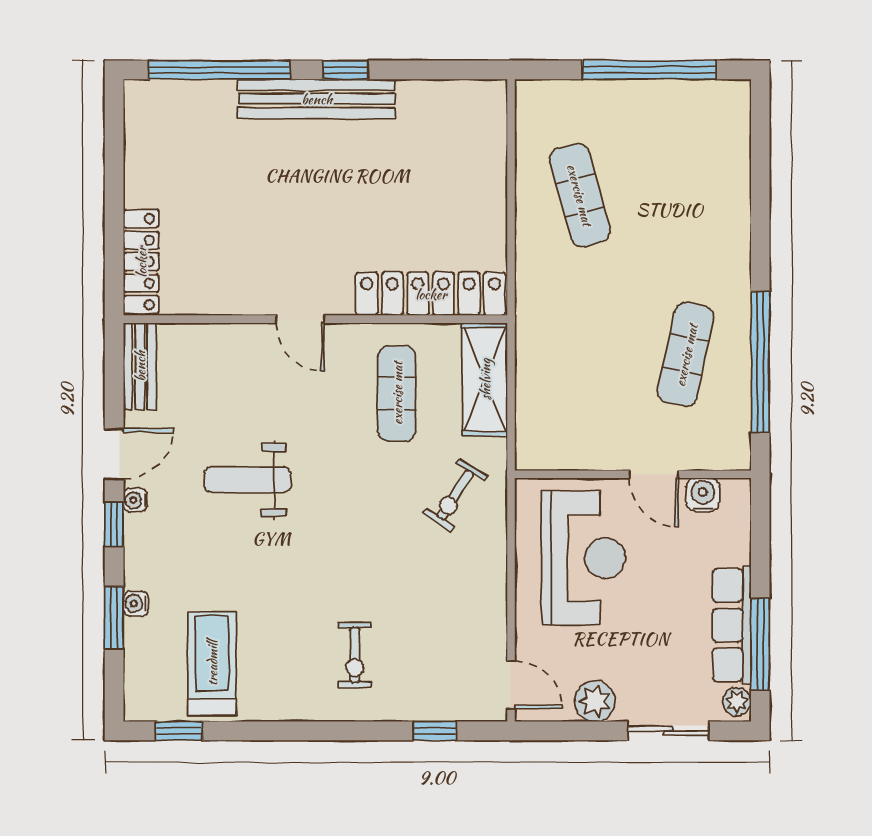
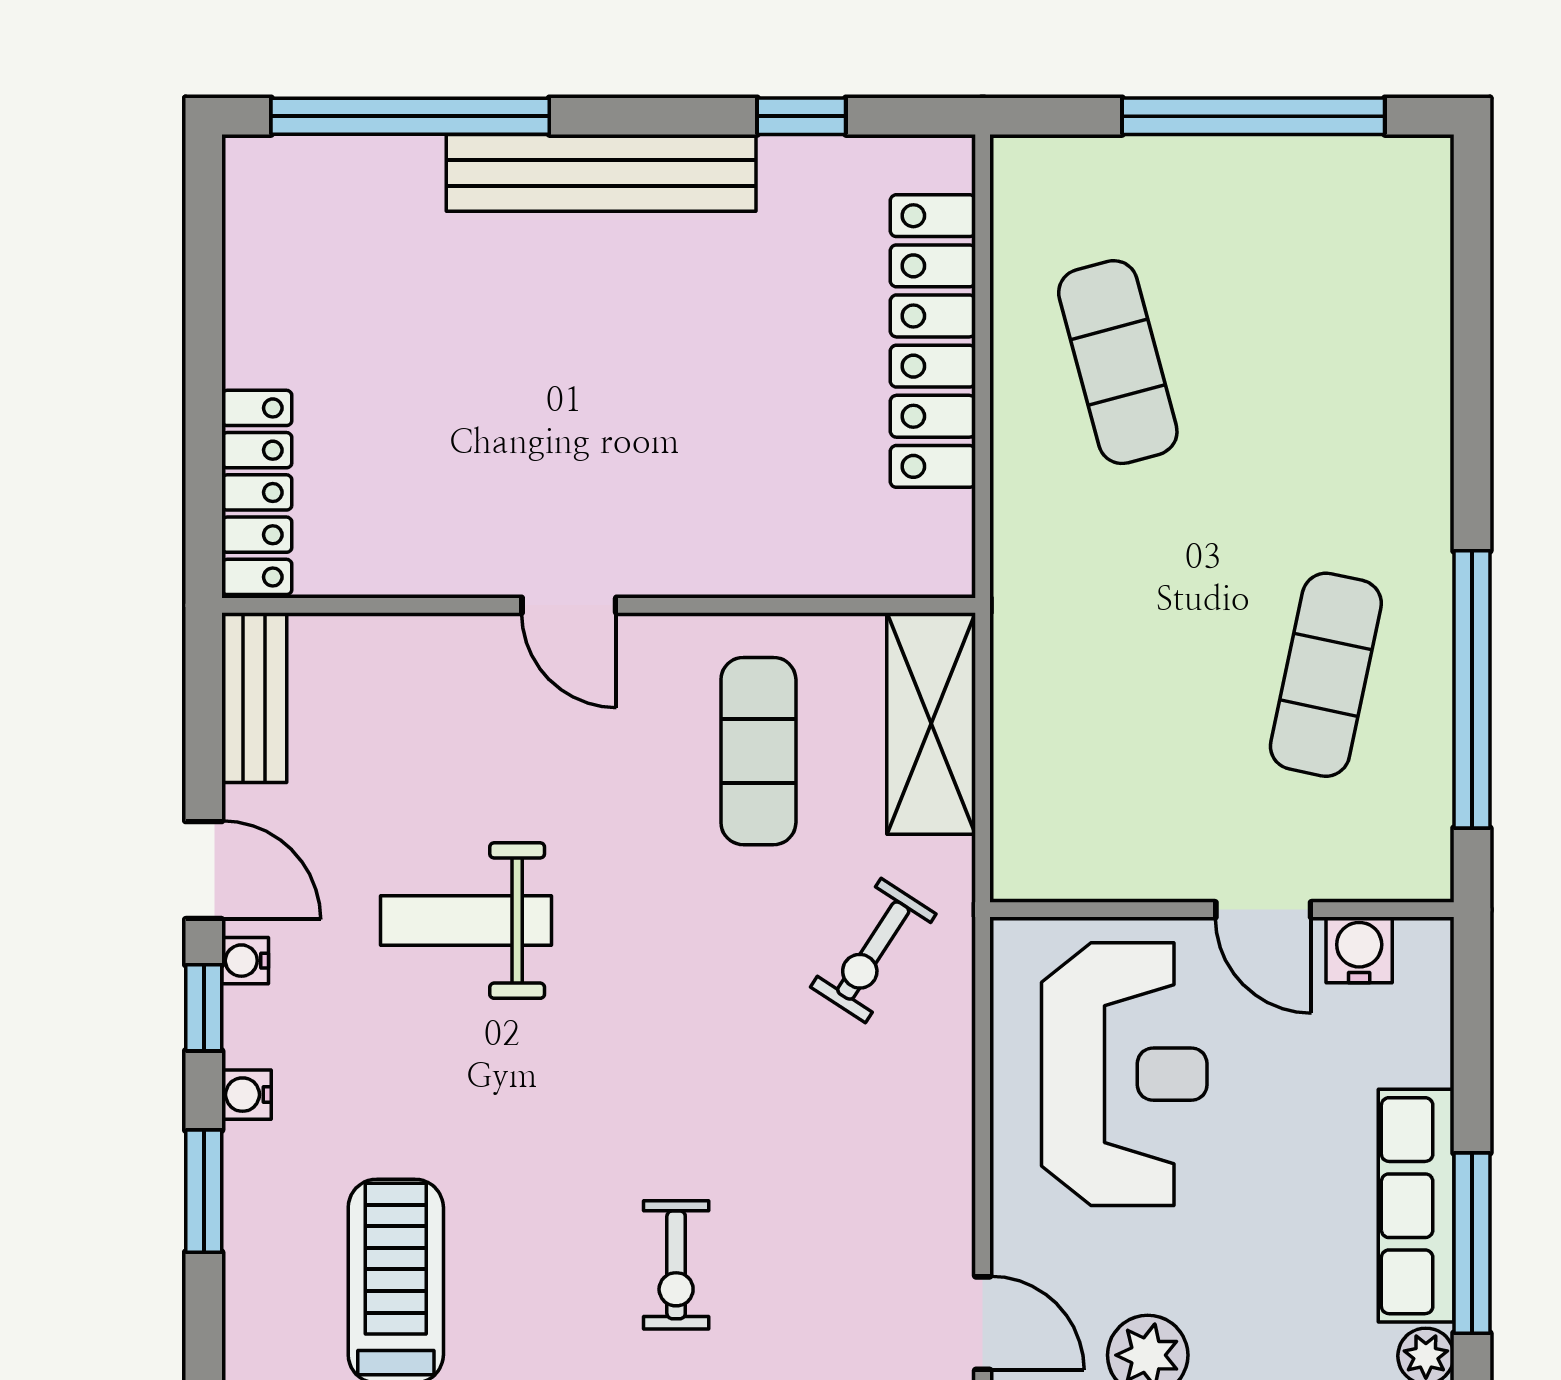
window: (345, 70) -> (801, 116), moved
locker: (431, 294) -> (933, 341), moved, turned -90
door: (114, 454) -> (204, 870), hinge flipped
water cooler: (136, 604) -> (246, 1095), moved

